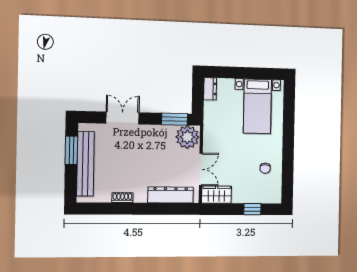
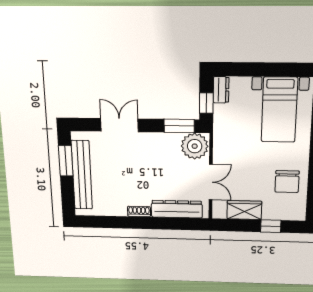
window: (198, 100) -> (206, 103), added
chair: (265, 168) -> (287, 182), width x1.87, depth x1.87
wardrobe: (217, 195) -> (244, 210), moved
shoe rack: (122, 198) -> (139, 211), moved

